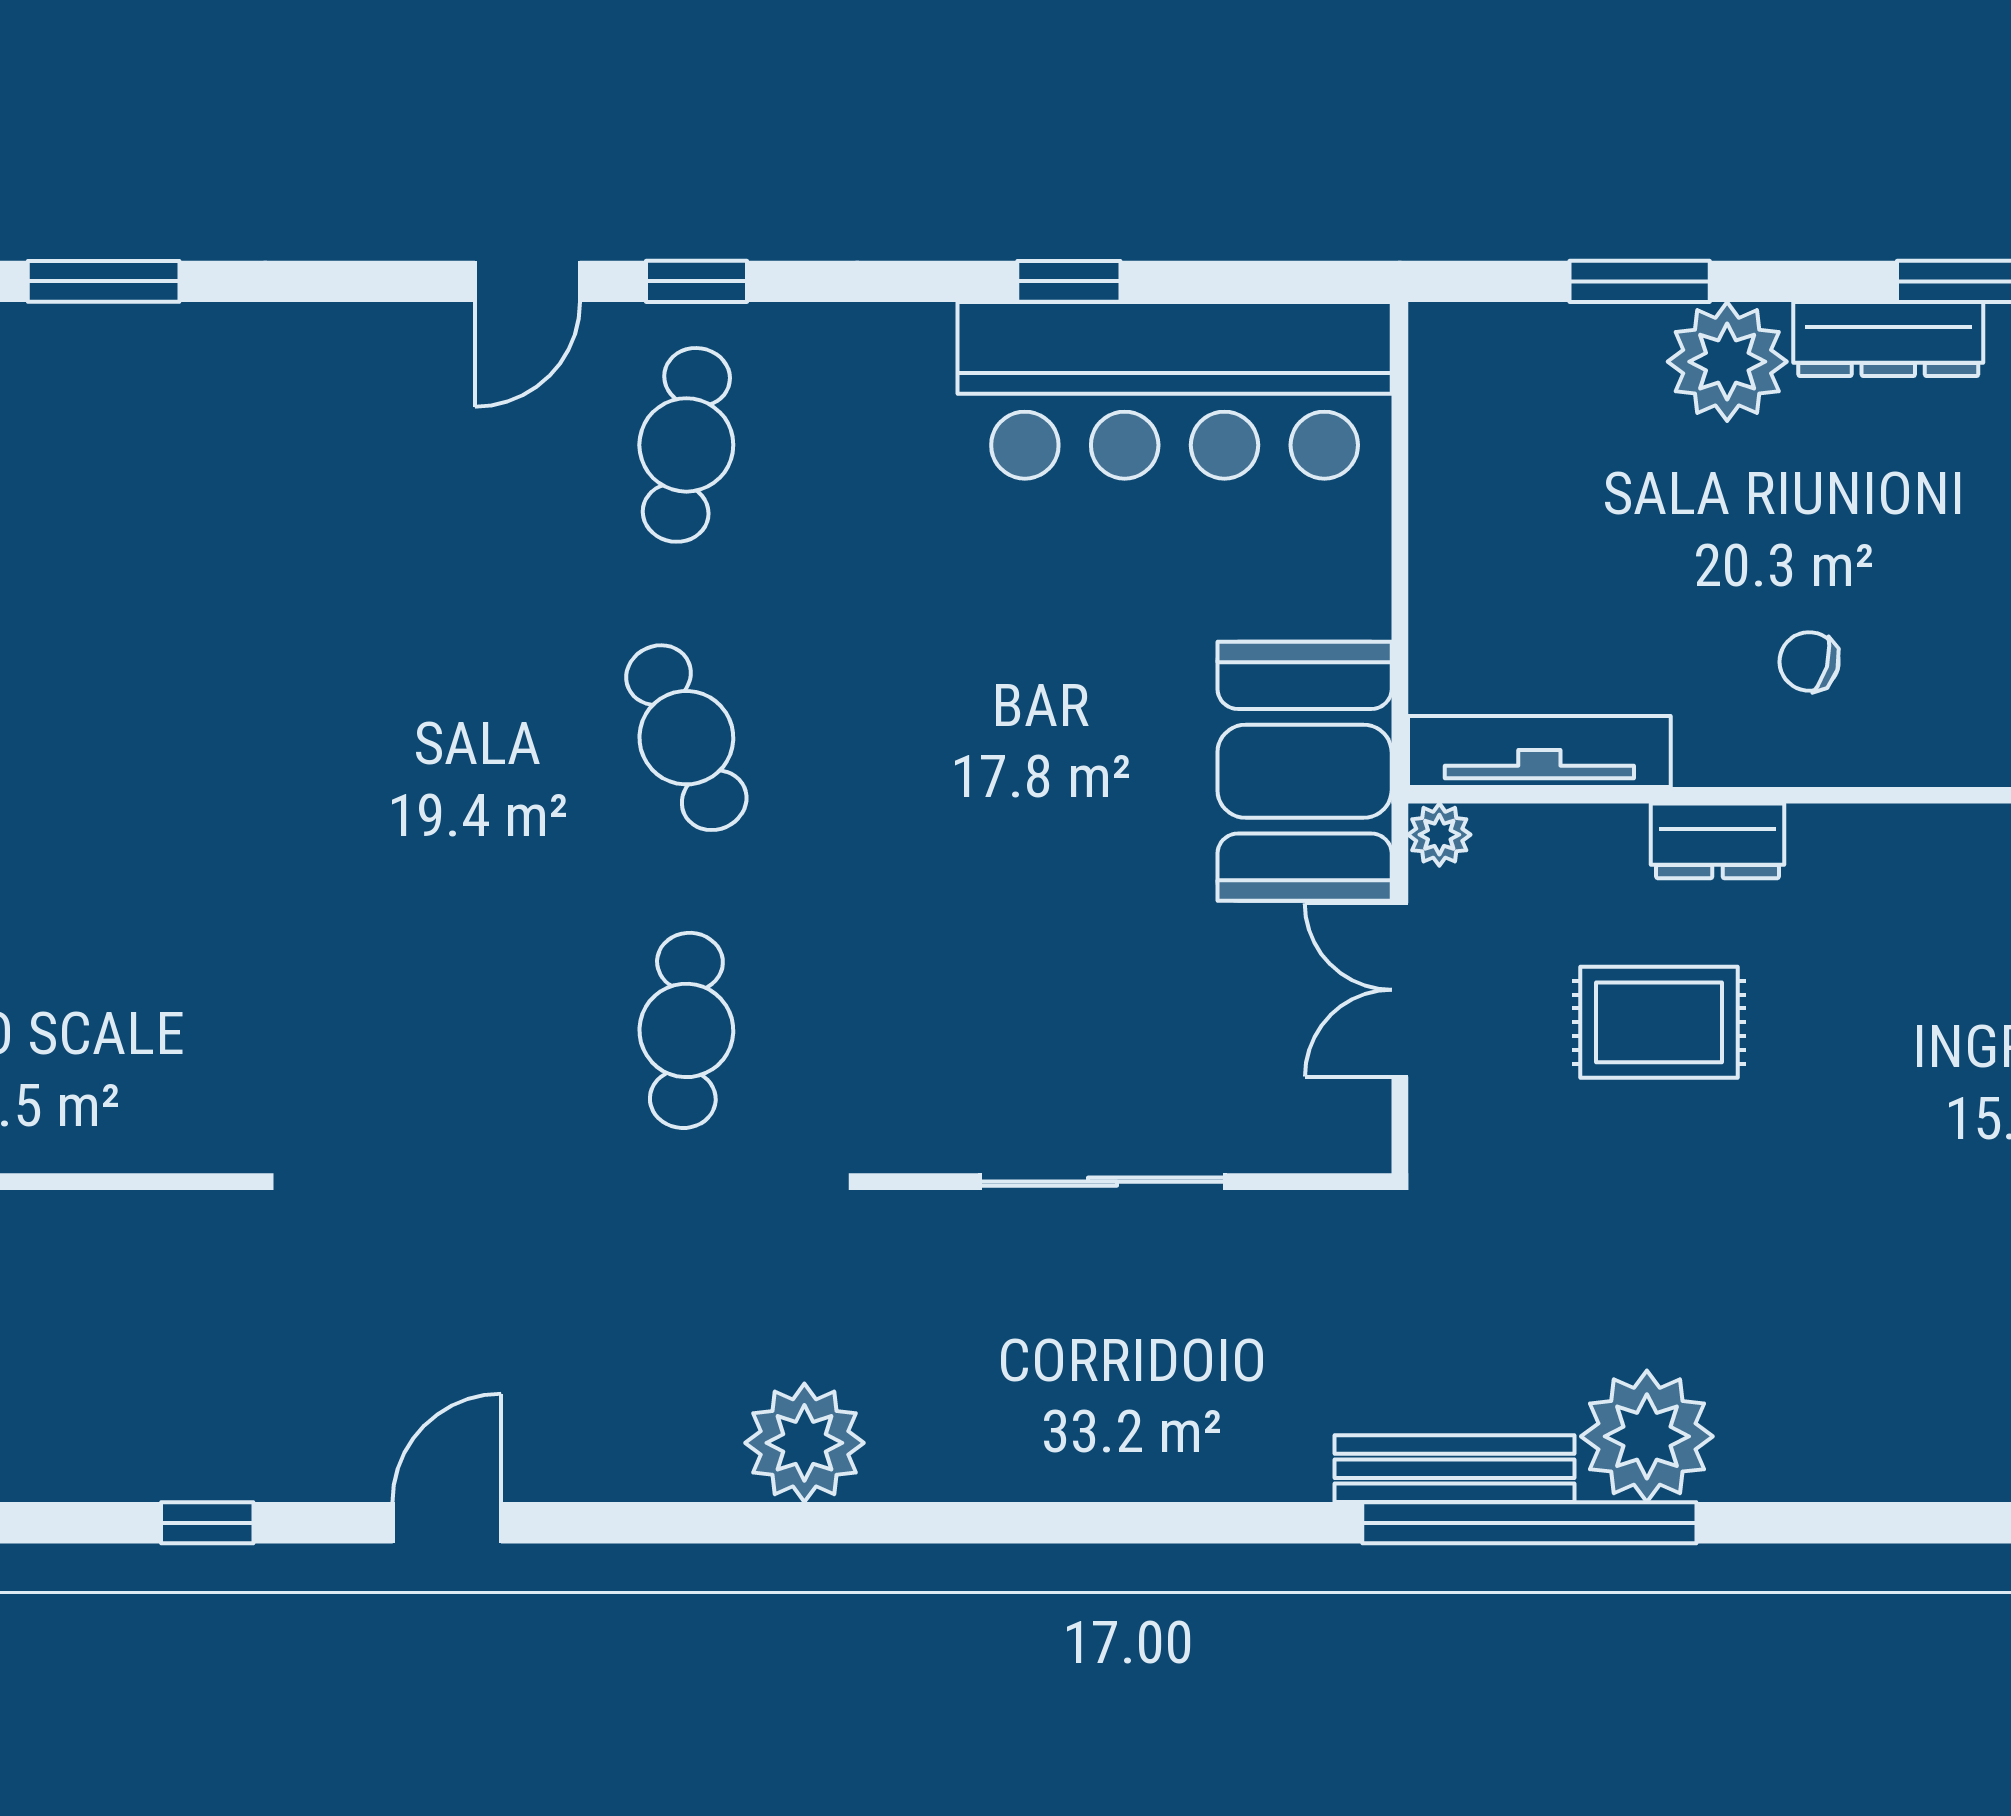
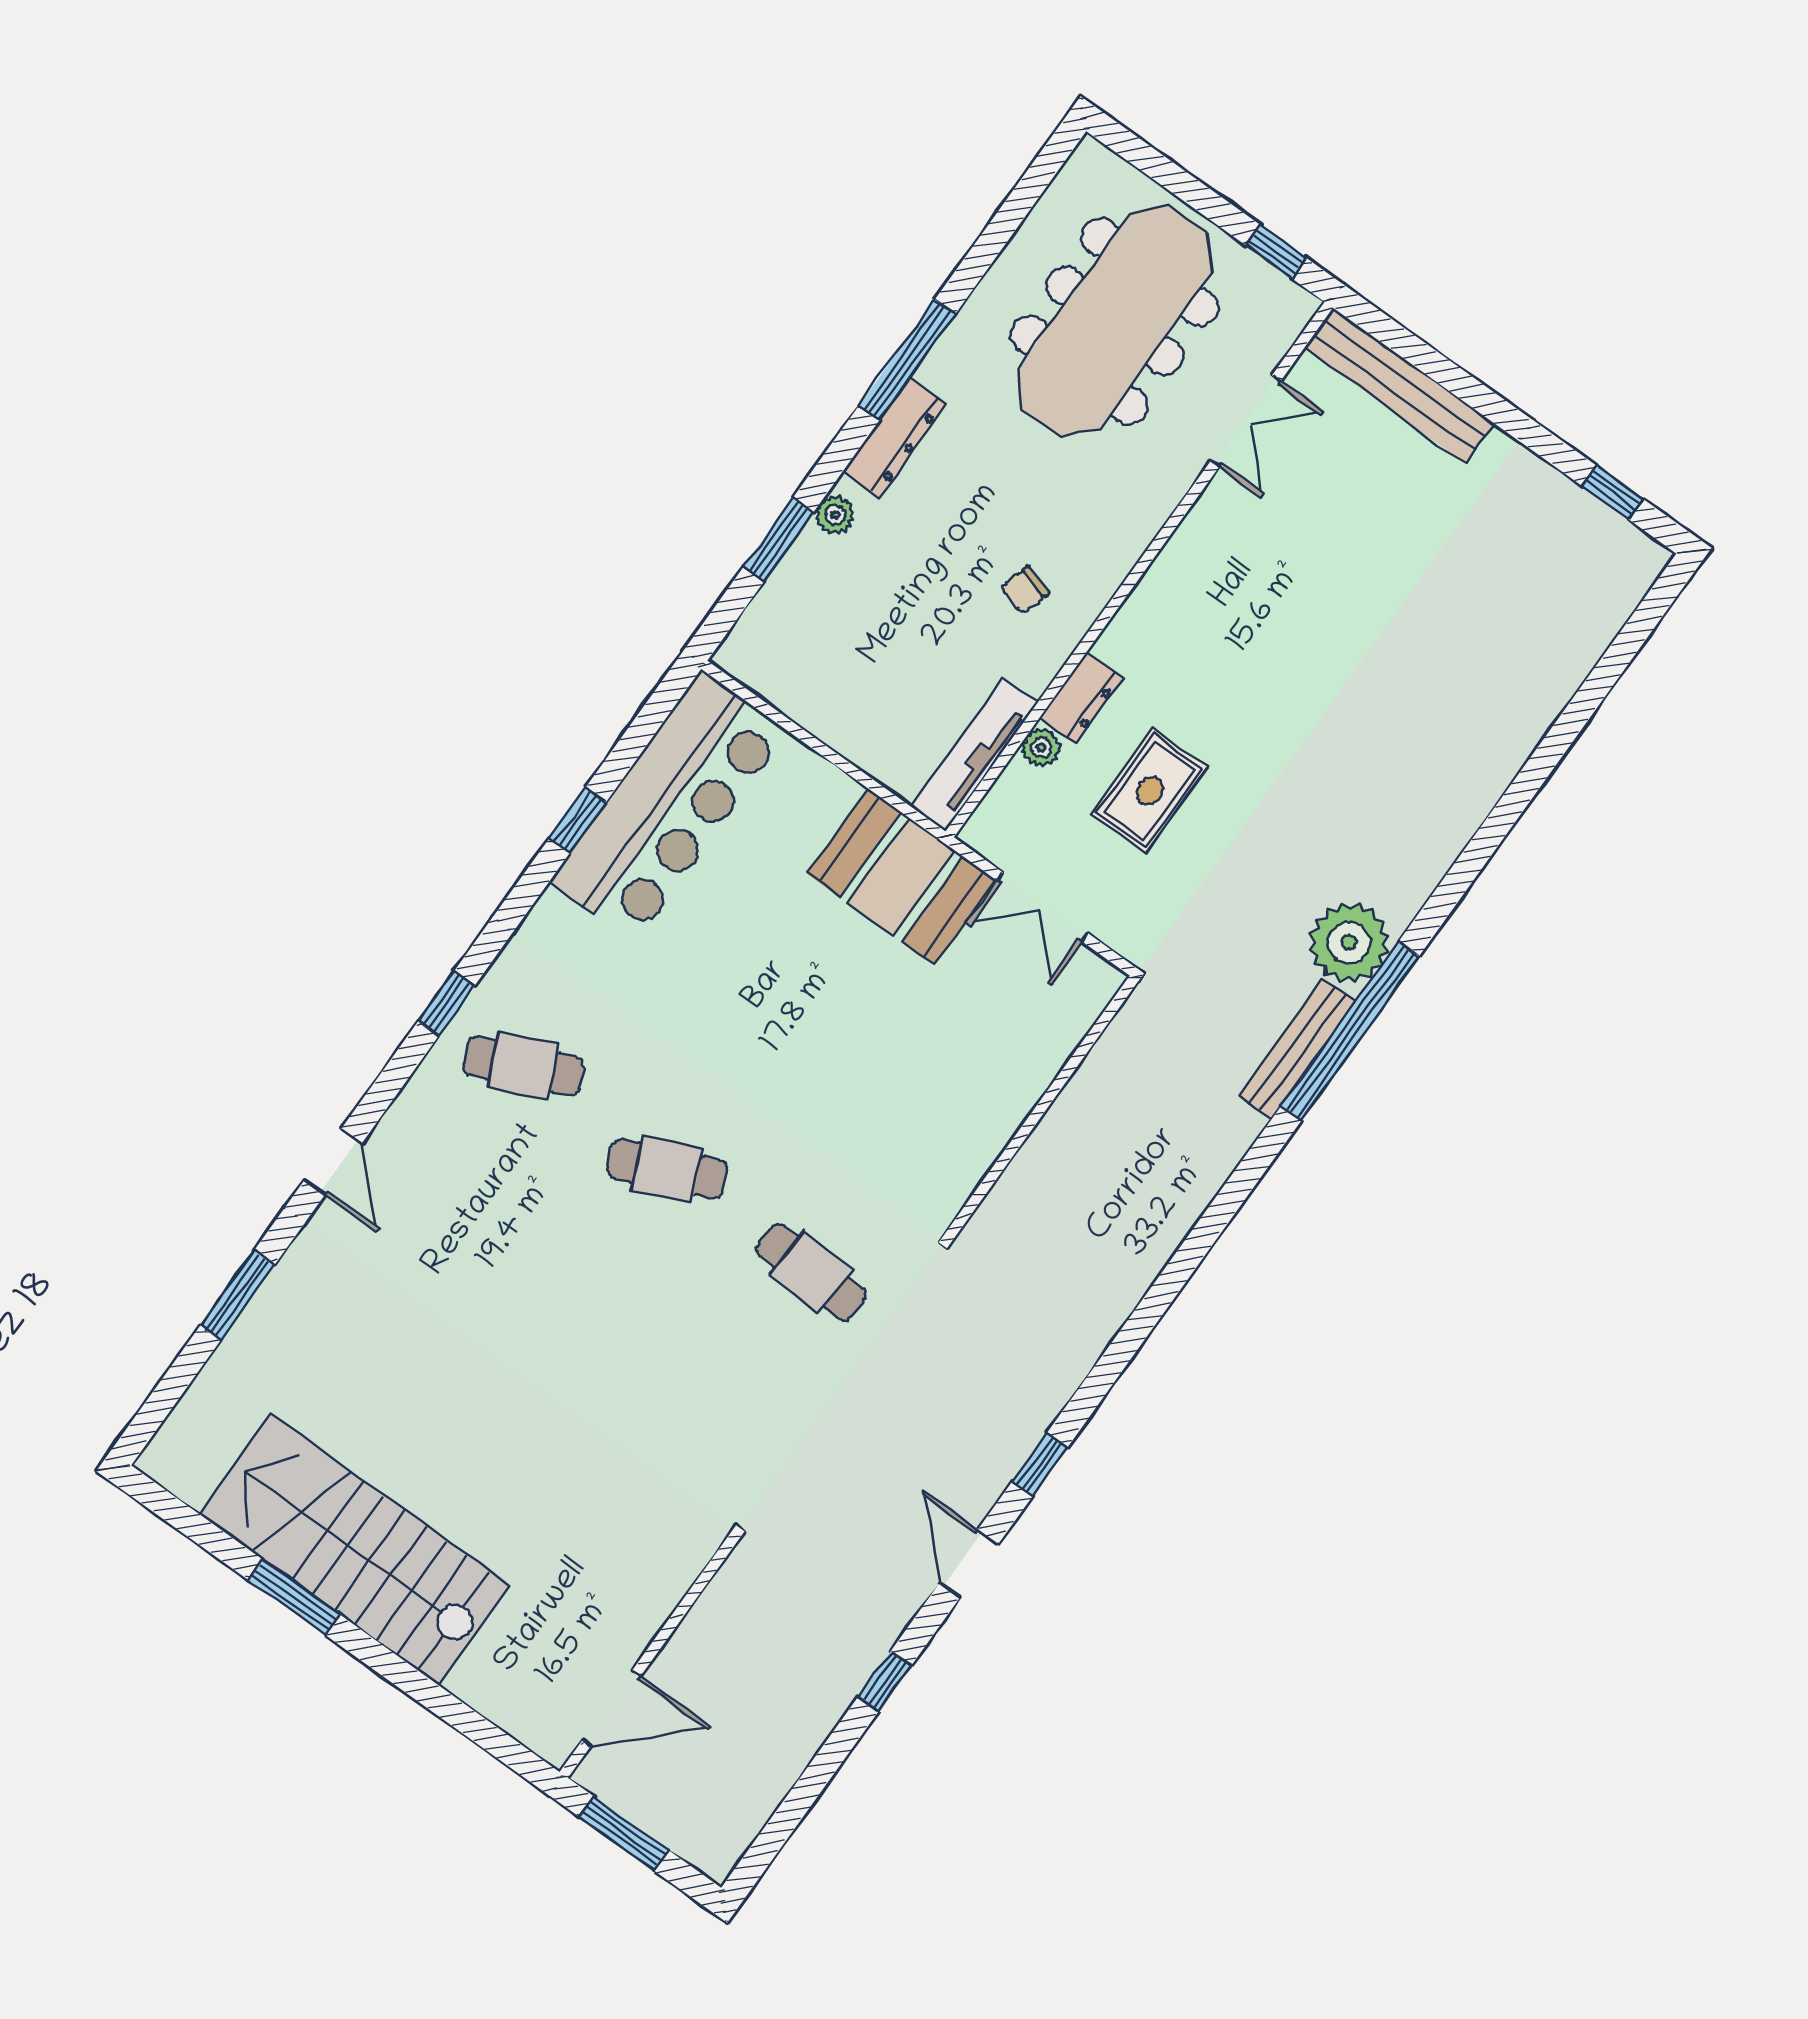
door: (527, 281) -> (333, 1162), moved
plant: (1727, 362) -> (835, 515), width x0.53, depth x0.53
cafe table: (686, 445) -> (523, 1066), turned -33
plant: (1439, 835) -> (1041, 747), moved
sliding door: (1102, 1182) -> (1032, 1121), removed
plant: (804, 1443) -> (1056, 1359), removed
window: (648, 1523) -> (1040, 1464), added

